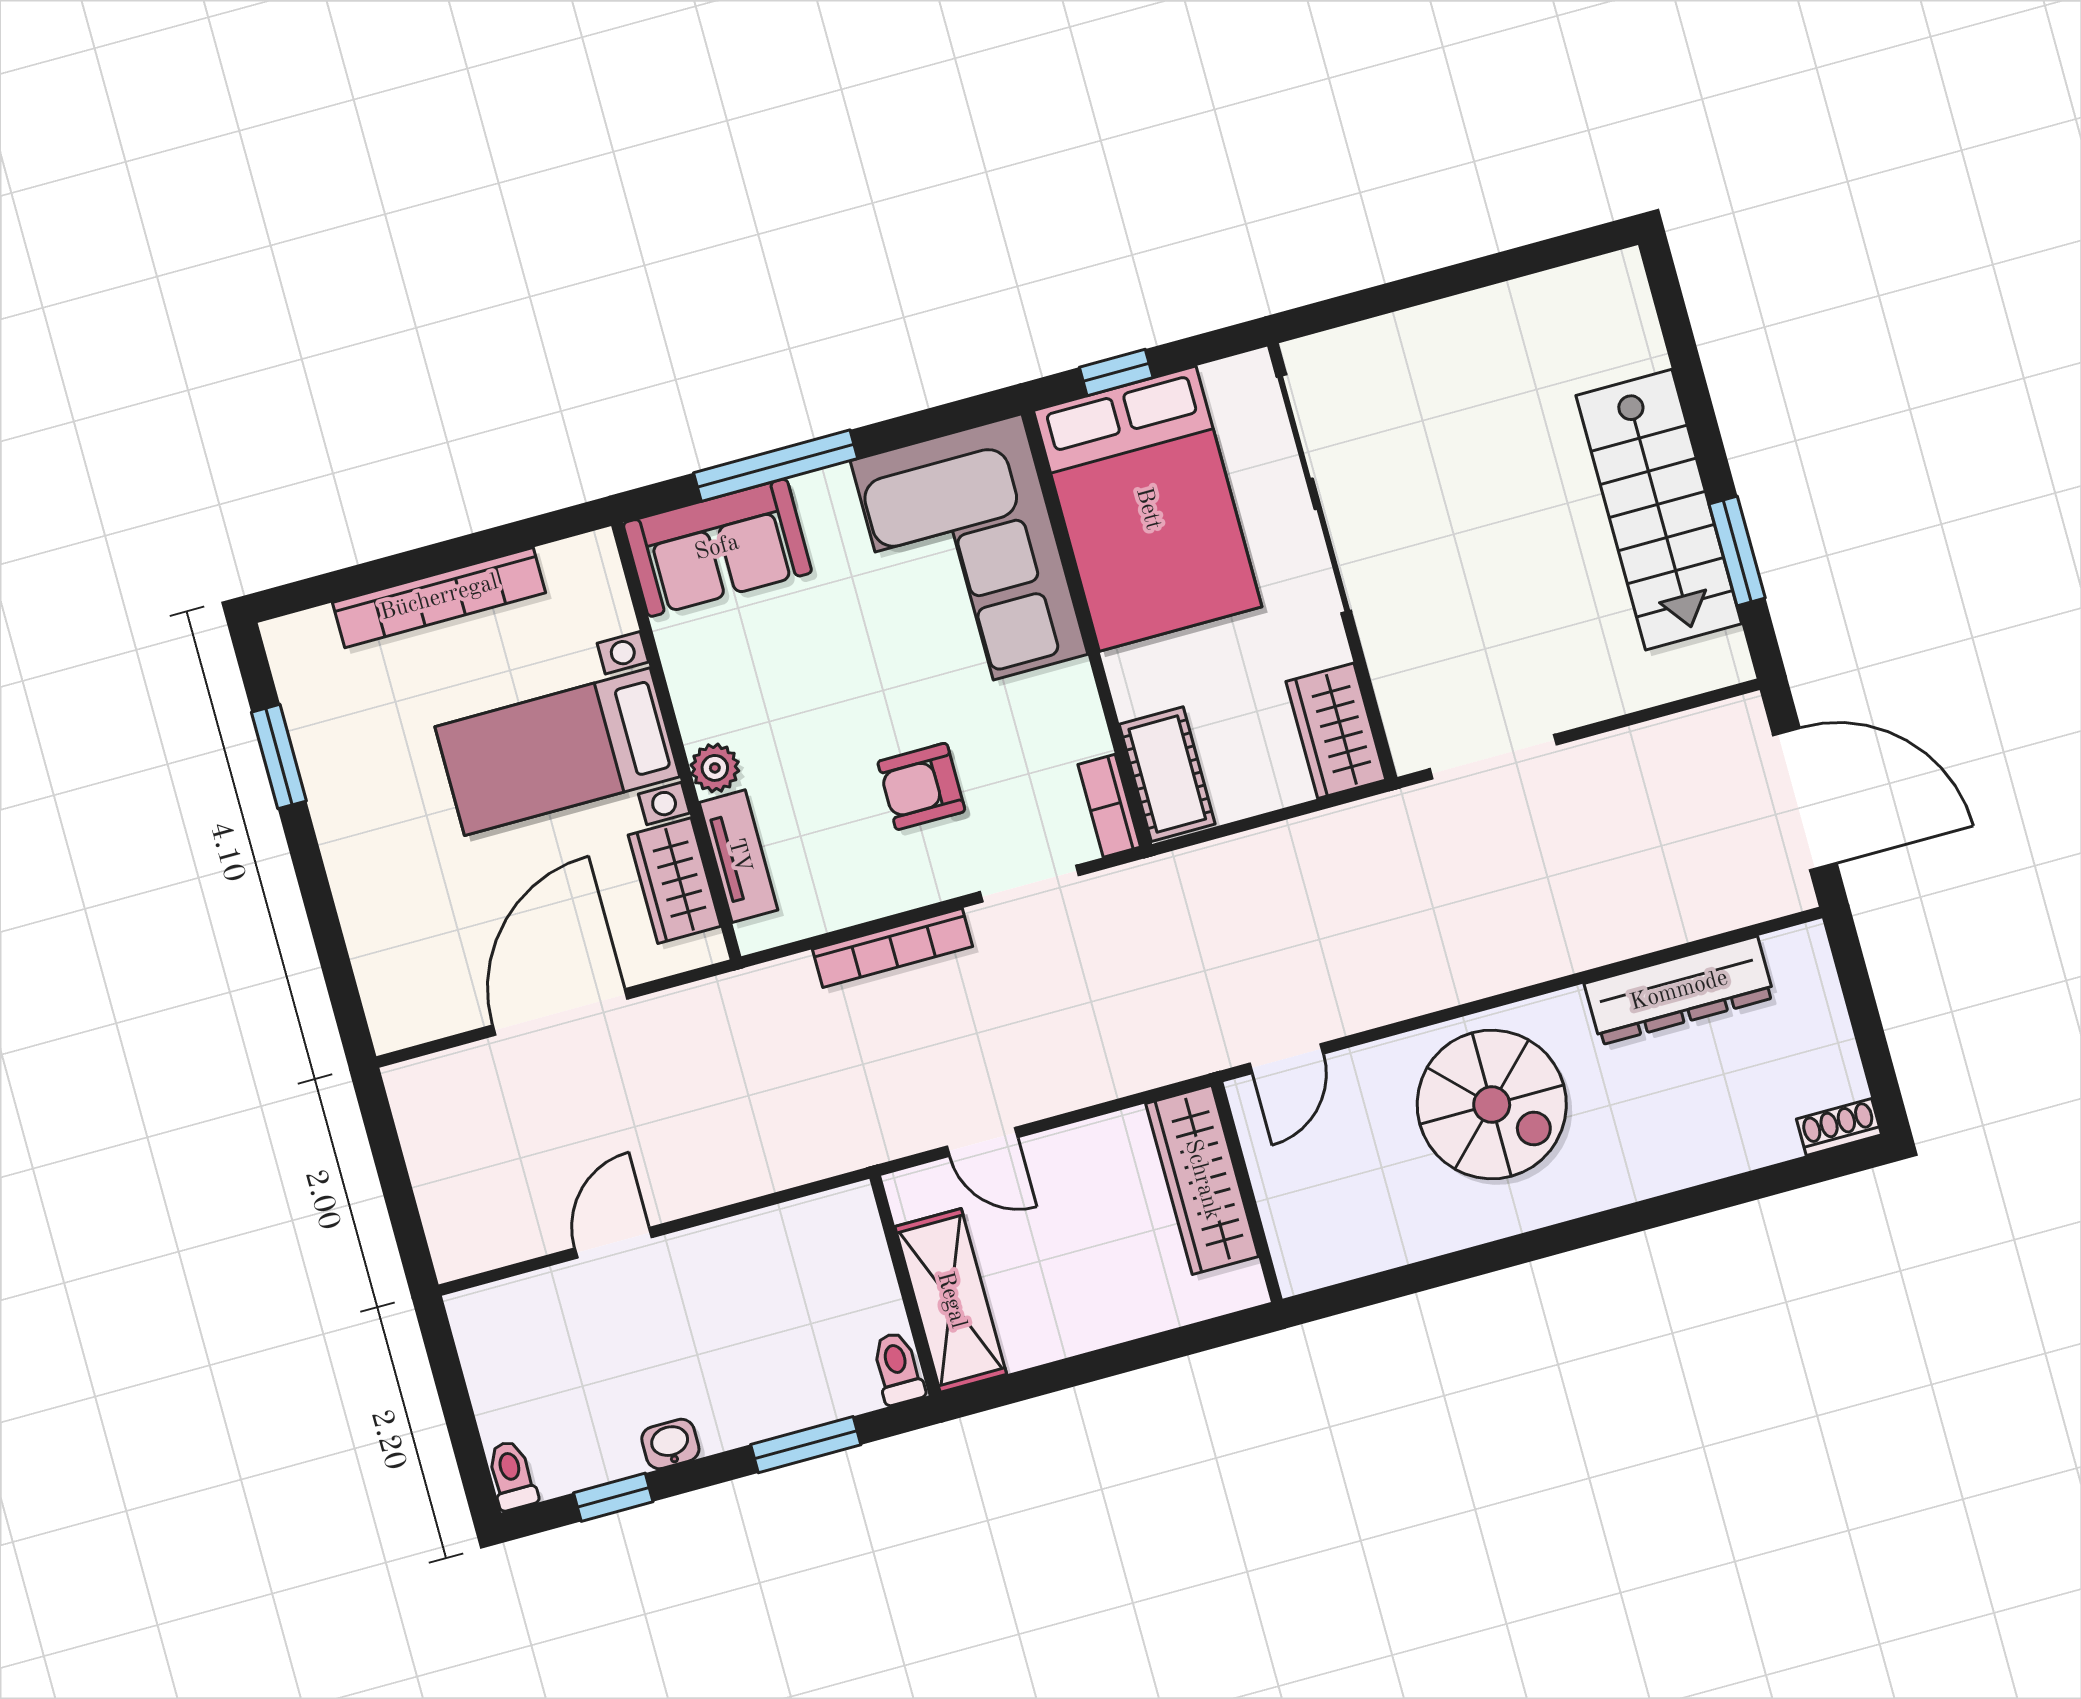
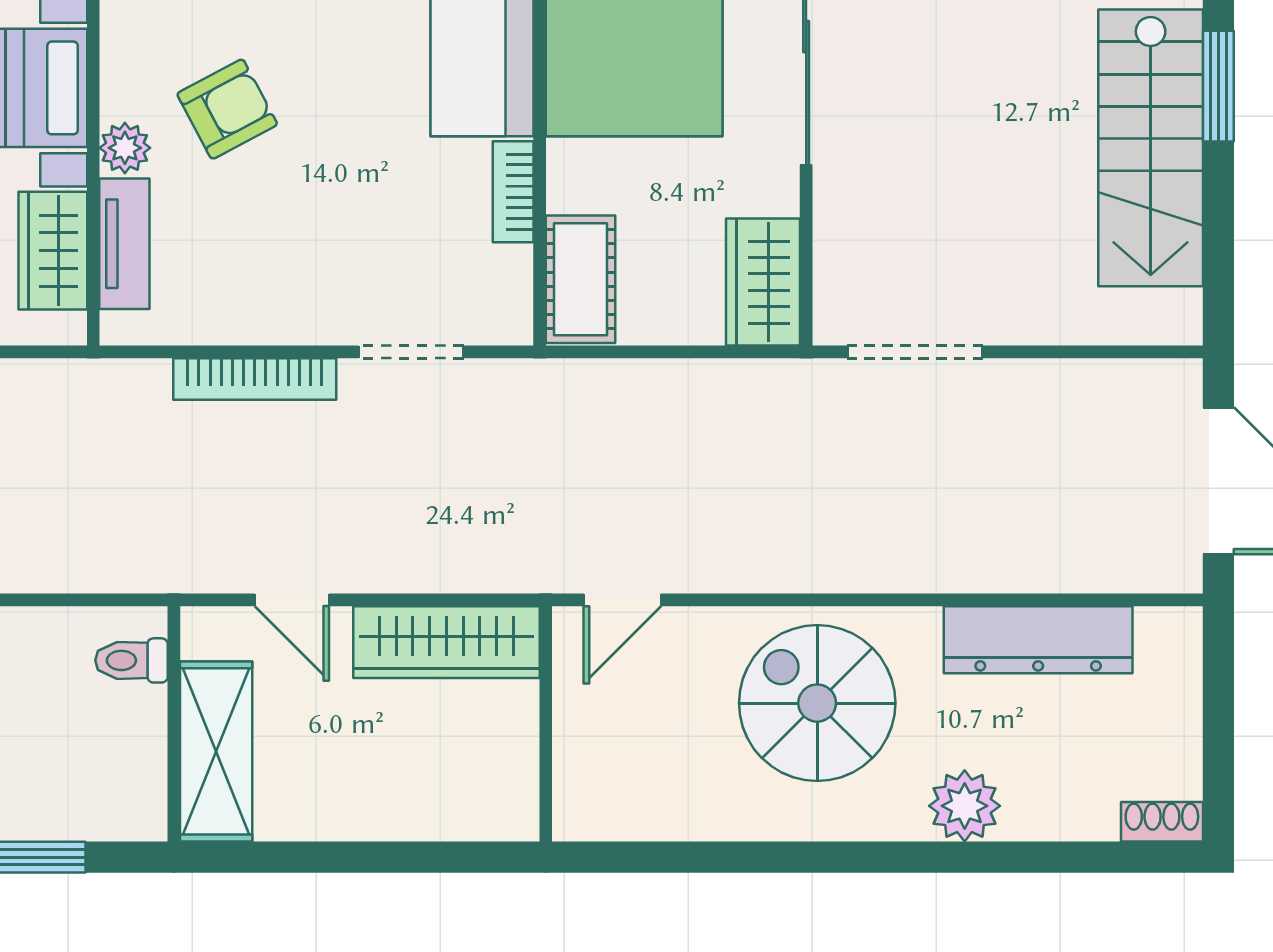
window: (1737, 551) -> (1218, 86), moved
armchair: (921, 786) -> (227, 109), moved, turned 152
bookcase: (1109, 806) -> (513, 192), moved
spiral stairs: (1492, 1105) -> (817, 703), turned 180
plant: (1653, 1162) -> (965, 806), added
wardrobe: (1202, 1180) -> (446, 642), moved, turned -90
toilet: (898, 1368) -> (132, 660), moved, turned -90

